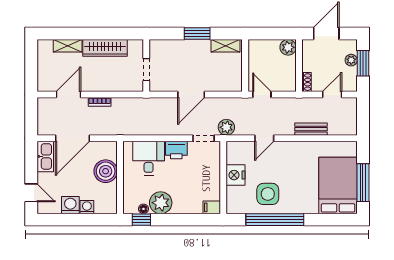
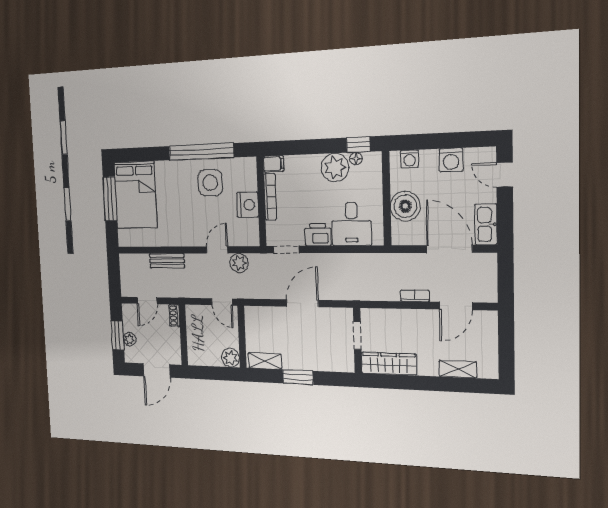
plant: (288, 47) -> (231, 358), moved
wardrobe: (105, 48) -> (389, 364), moved
plant: (226, 127) -> (239, 263), moved
door: (73, 138) -> (449, 249), hinge flipped
bookcase: (216, 181) -> (270, 197), added
washing machine: (87, 207) -> (410, 159), moved

